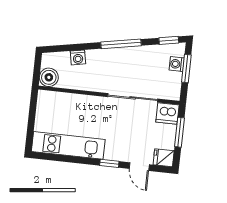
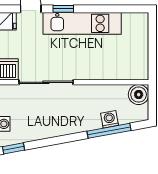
window: (121, 44) -> (109, 131), moved
kitchen unit: (68, 145) -> (82, 23), moved

